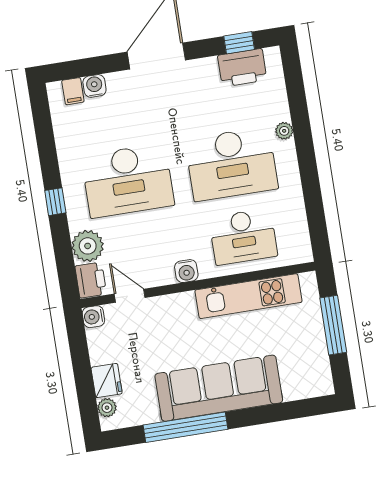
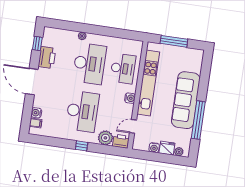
printer: (242, 68) -> (47, 58), moved
kitchen unit: (248, 296) -> (148, 83), width x1.36
water cooler: (93, 317) -> (154, 148), moved

